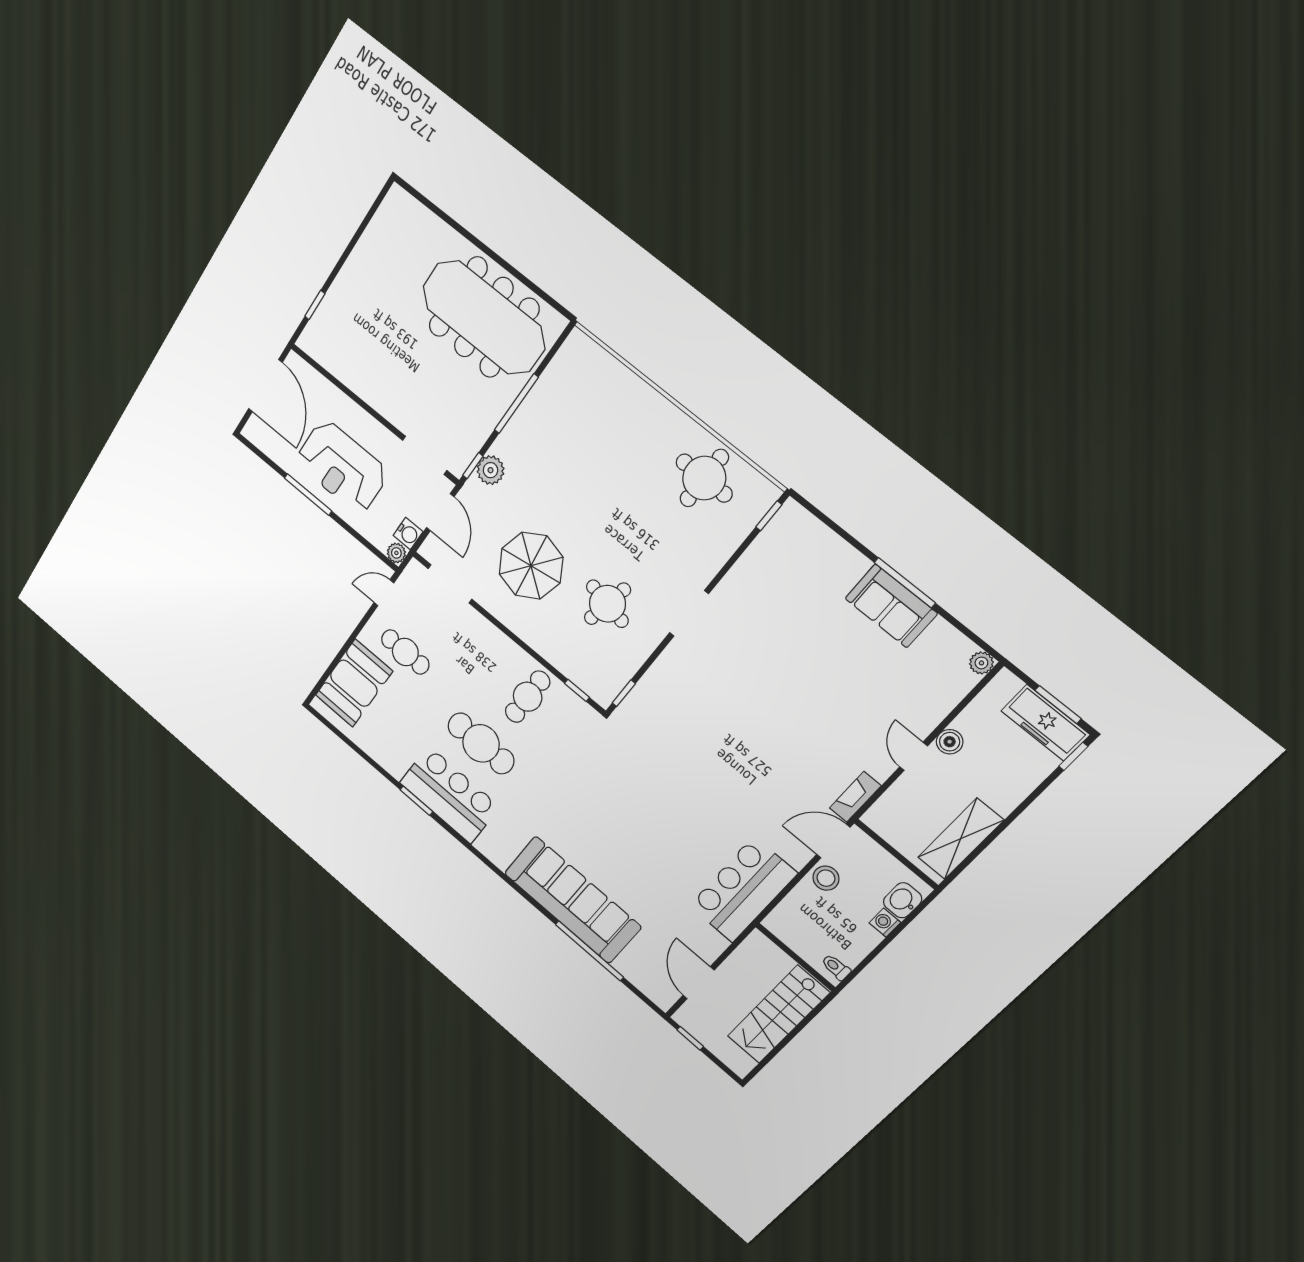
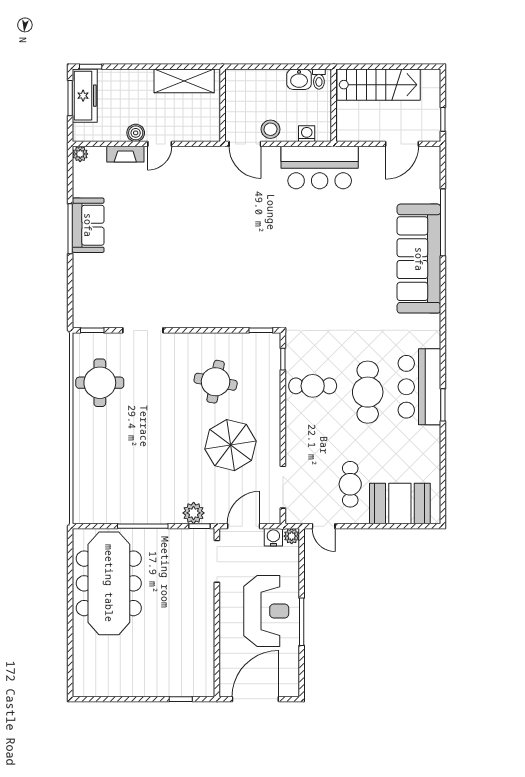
doorway: (689, 613) -> (143, 330), moved
fireplace: (855, 797) -> (125, 154), moved
washbasin: (903, 900) -> (299, 79), moved
washing machine: (885, 923) -> (307, 134), moved, turned 180

